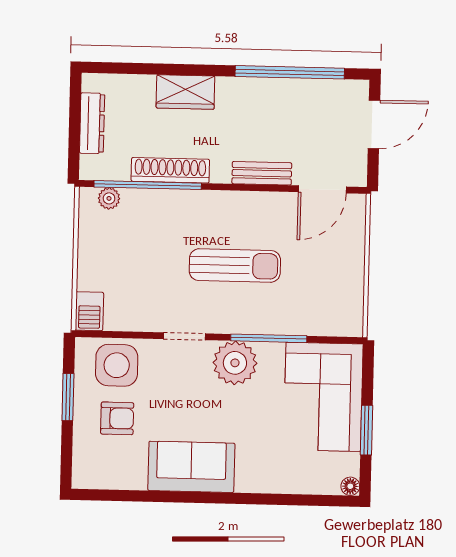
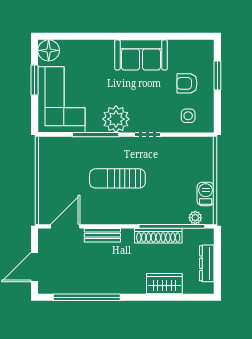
wardrobe: (185, 92) -> (164, 284), moved
barbecue: (89, 311) -> (206, 194), moved
side table: (117, 365) -> (188, 116), width x0.54, depth x0.54
window: (68, 397) -> (217, 76), moved
floor lamp: (350, 486) -> (49, 50), width x1.89, depth x1.89

